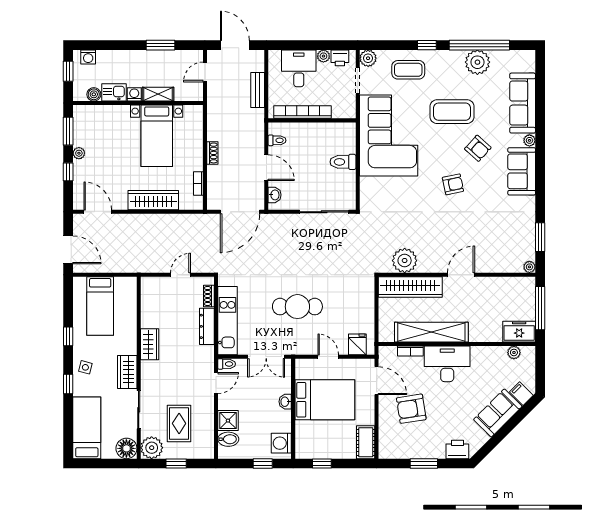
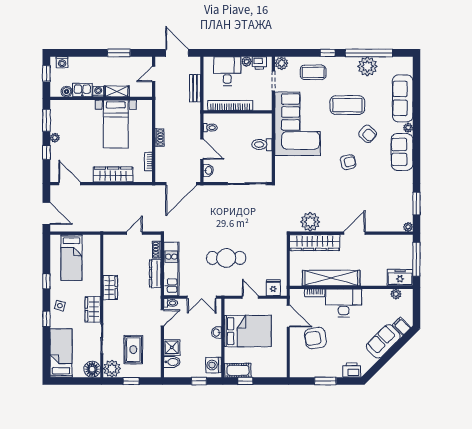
cot: (366, 442) -> (238, 370), moved, turned 90

